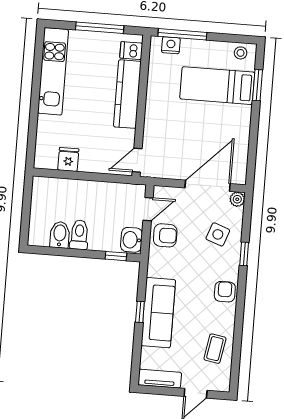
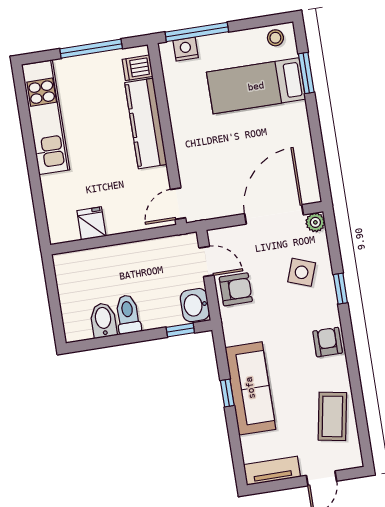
door: (148, 209) -> (206, 262), hinge flipped
coffee table: (215, 349) -> (332, 416), width x1.36, depth x1.30

